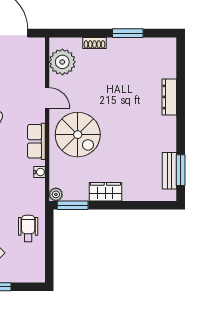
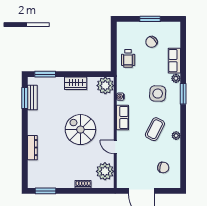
window: (128, 33) -> (45, 191), moved
spiral stairs: (78, 135) -> (80, 130), moved
plant: (56, 194) -> (105, 86), width x1.87, depth x1.87
window: (73, 205) -> (45, 74), moved

